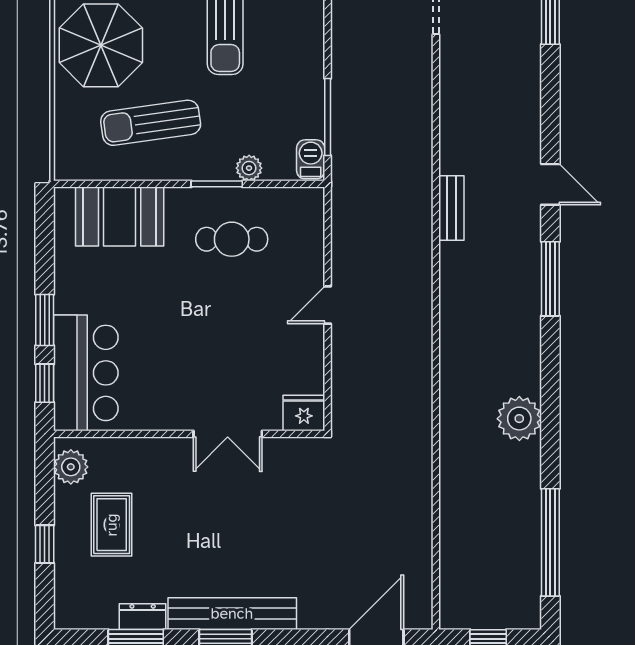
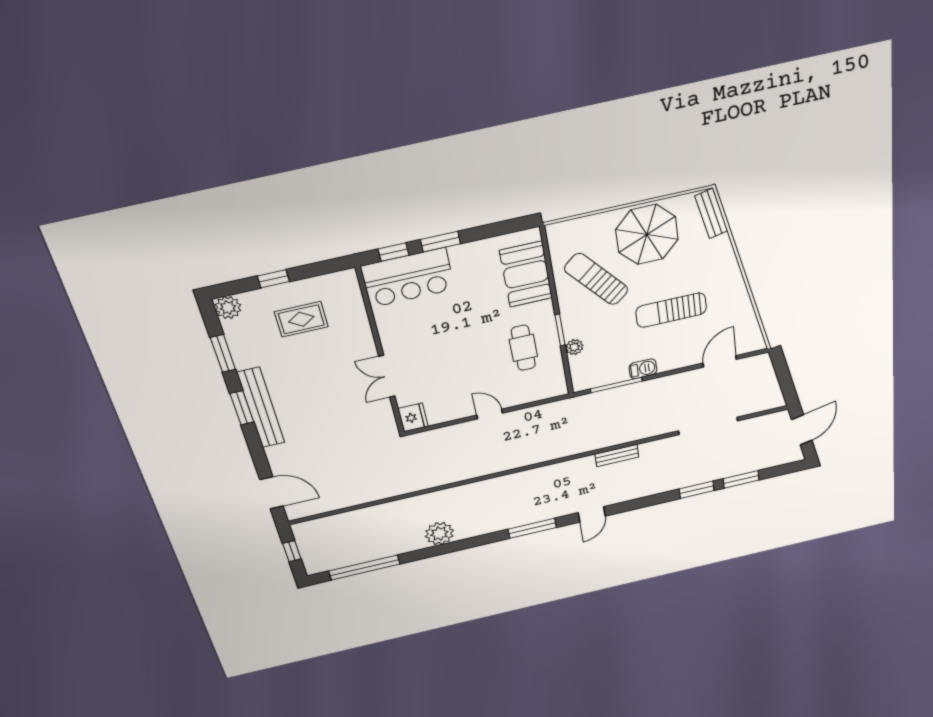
sun lounger: (151, 123) -> (596, 279), turned -32
barbecue: (311, 159) -> (643, 369), moved
bench: (451, 208) -> (617, 455), moved
plant: (71, 467) -> (228, 307), moved
dresser: (143, 617) -> (240, 354), removed

